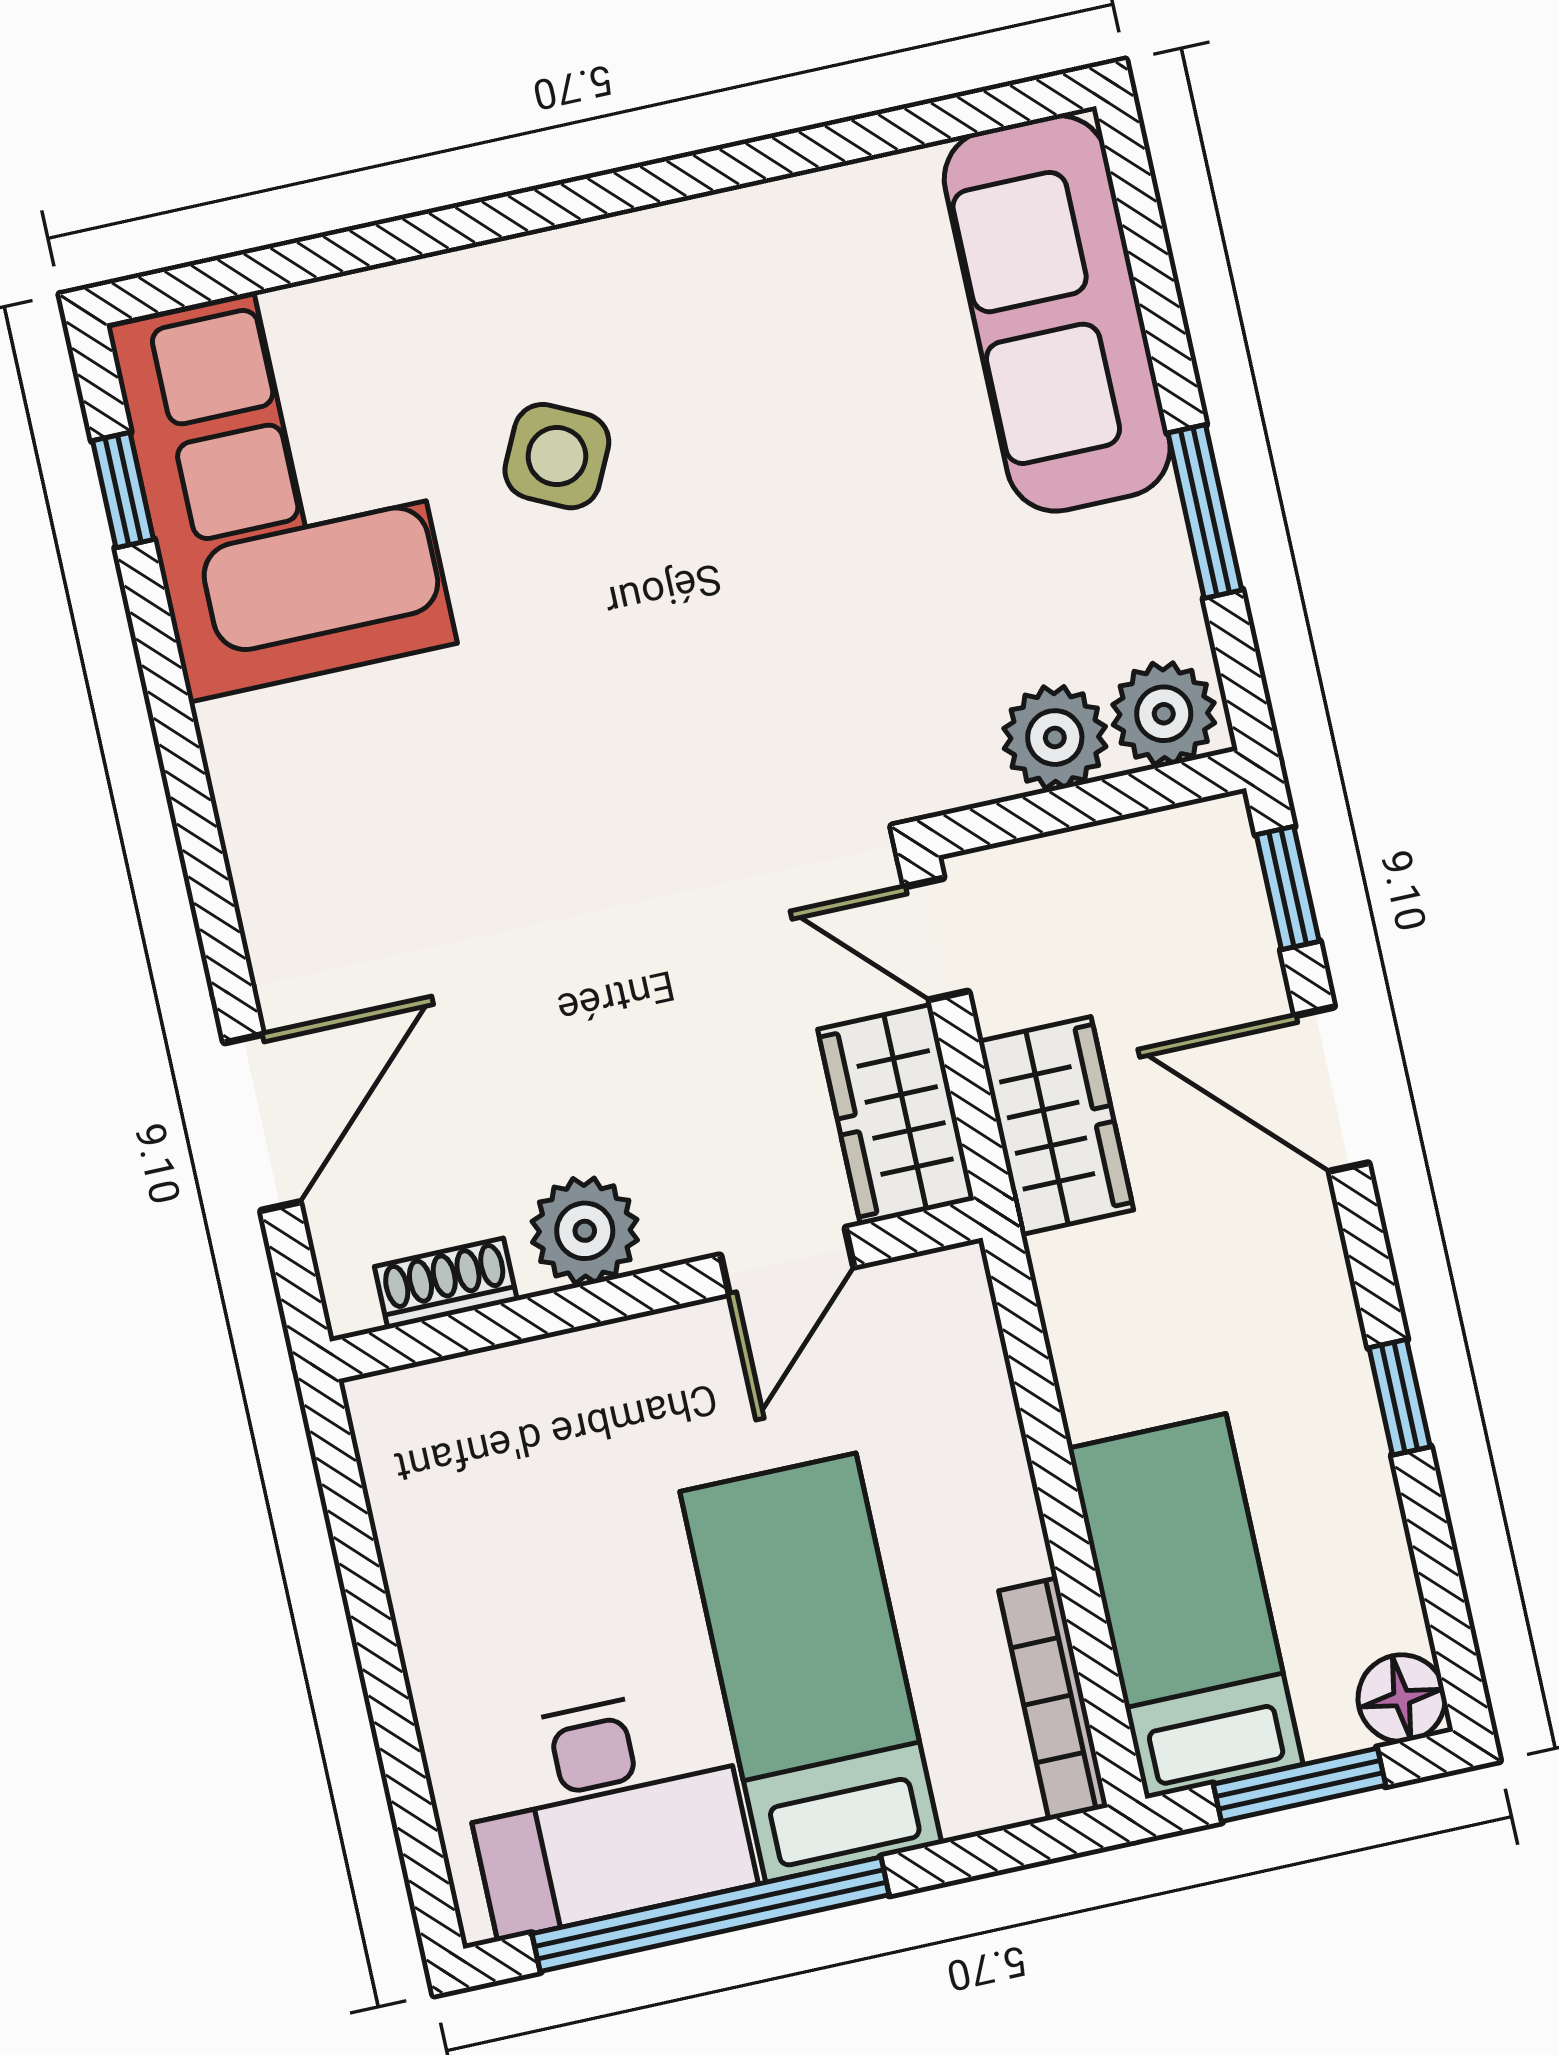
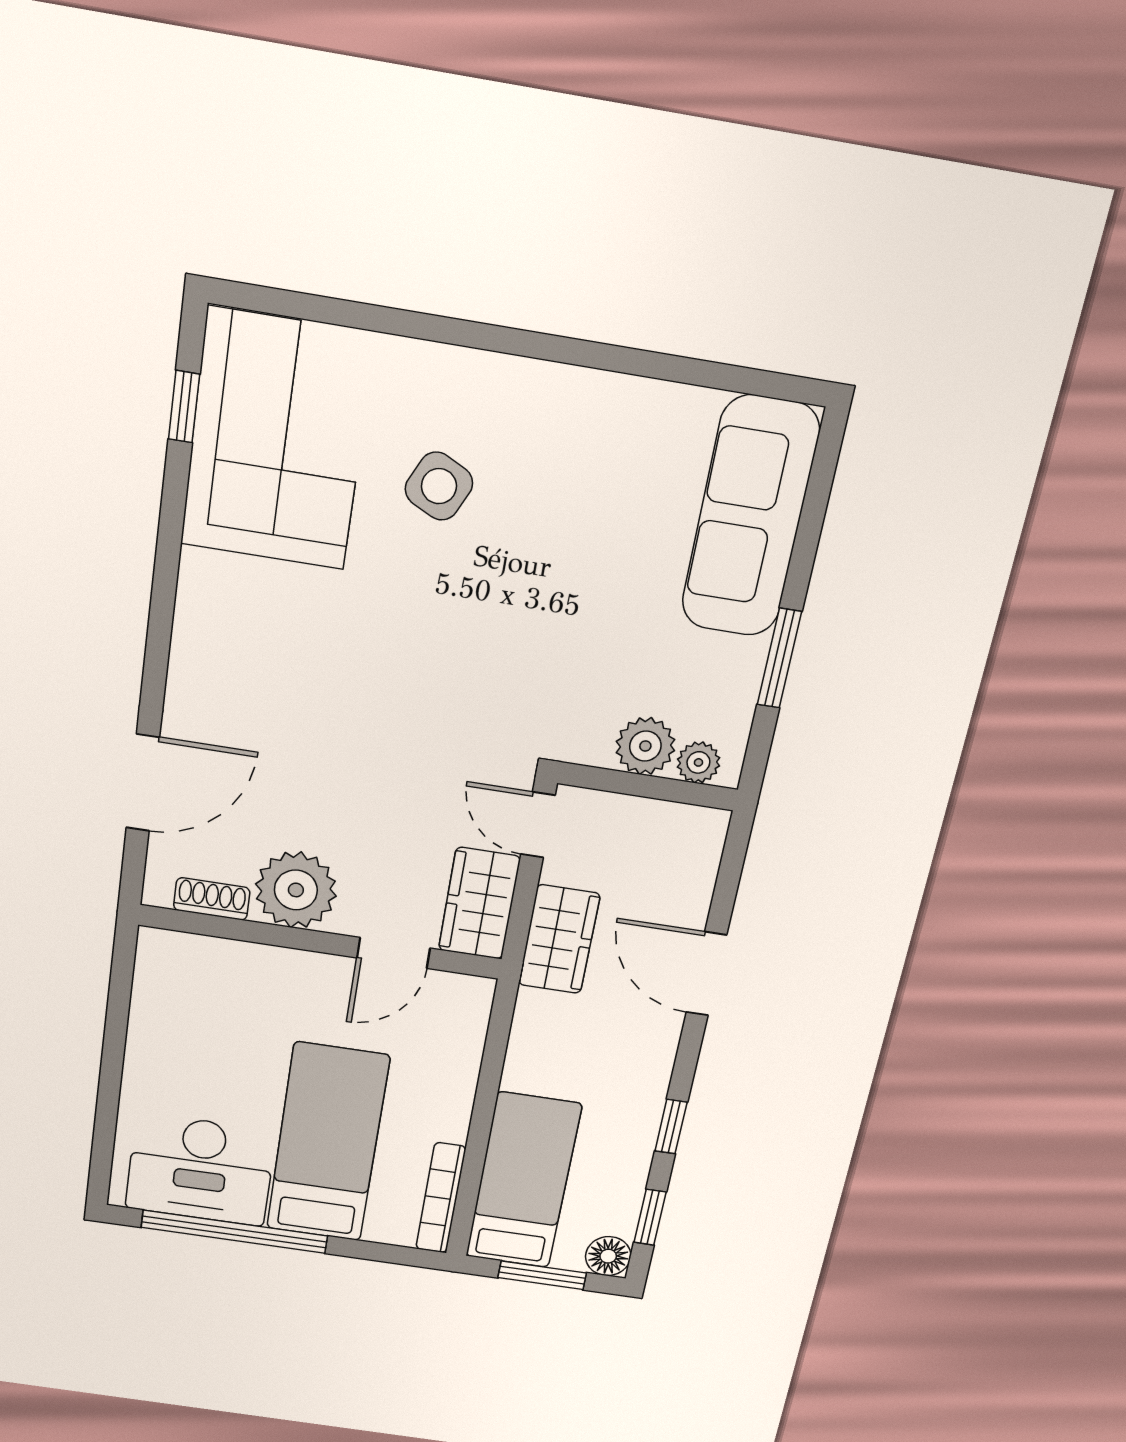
plant: (1164, 714) -> (698, 762), width x0.73, depth x0.73
window: (1288, 888) -> (650, 1217), moved
plant: (585, 1231) -> (296, 890), width x1.36, depth x1.36

